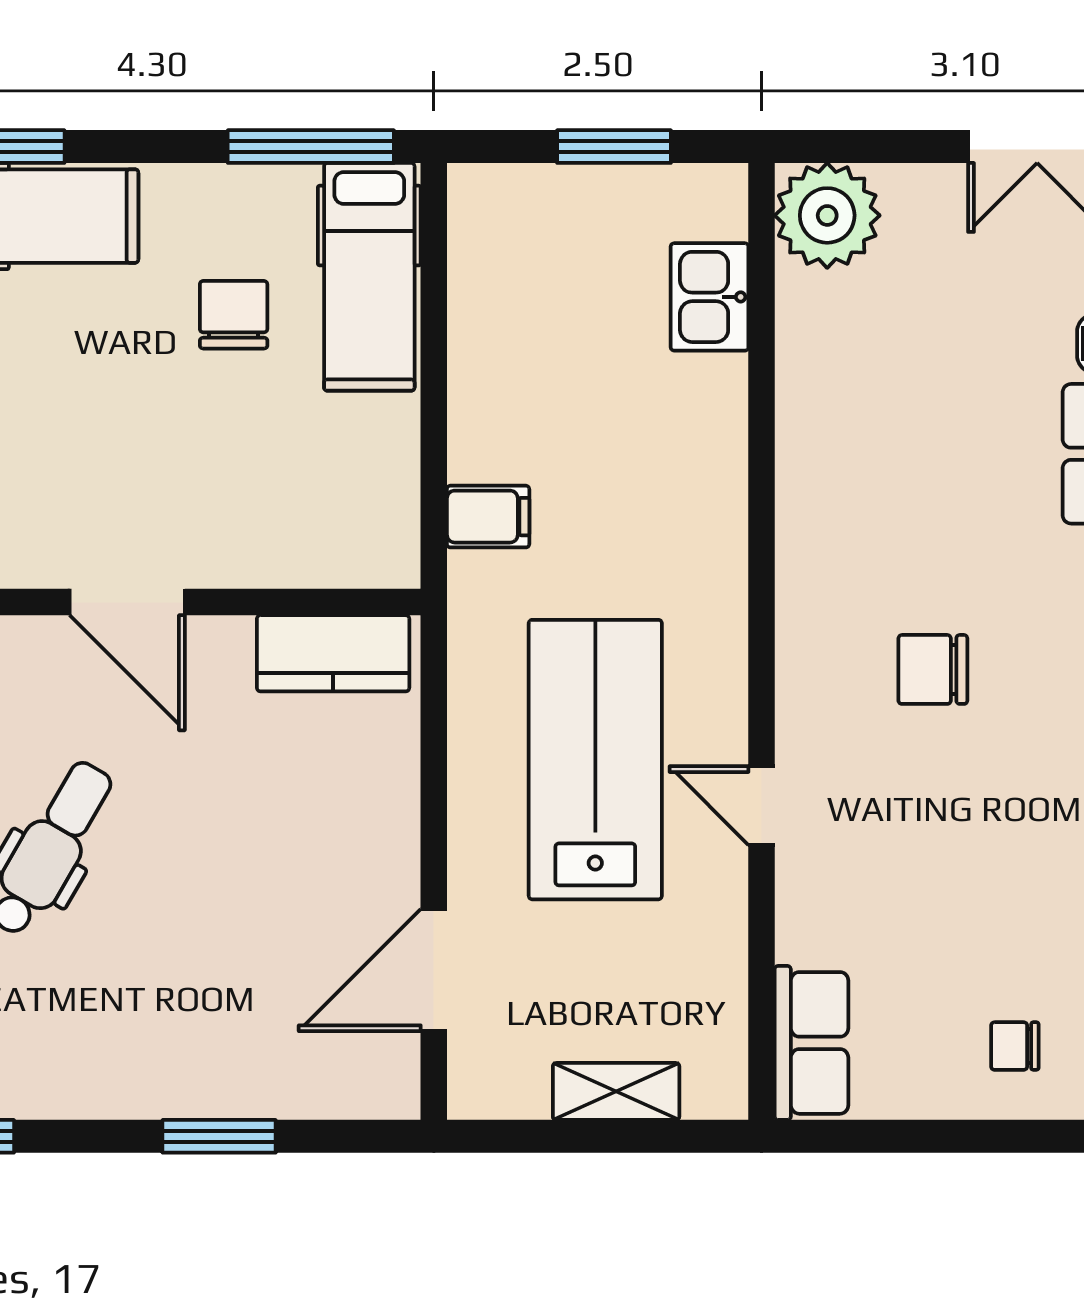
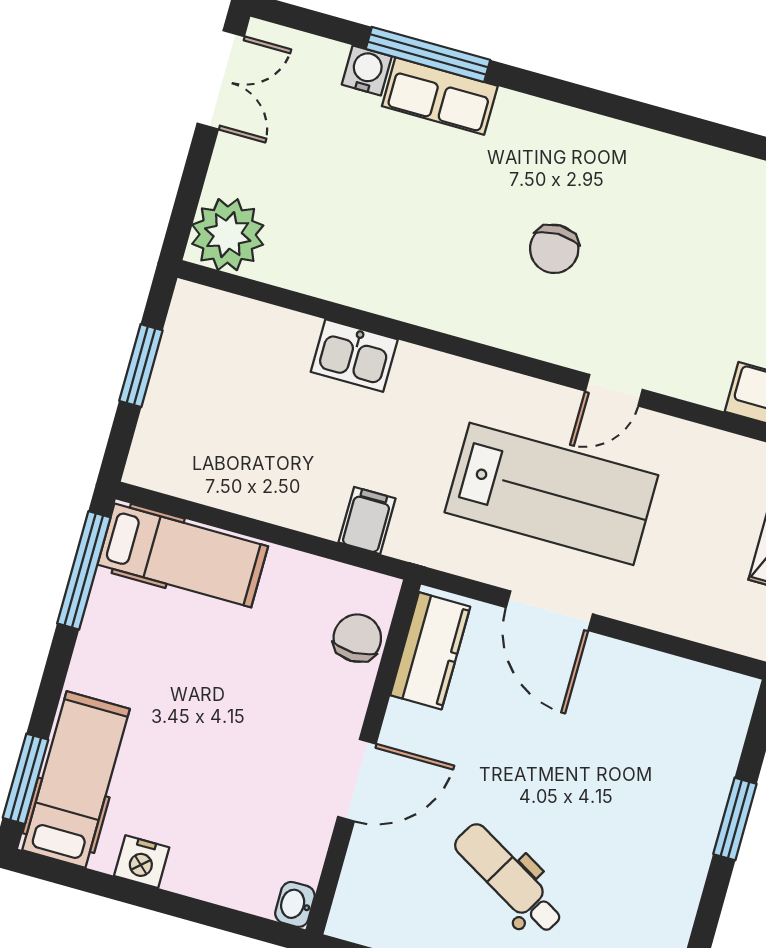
kitchen sink: (710, 297) -> (354, 356), moved
chair: (234, 315) -> (357, 638), moved, turned 90
lab bench: (595, 760) -> (551, 494), turned 180
door: (434, 970) -> (549, 611), moved

